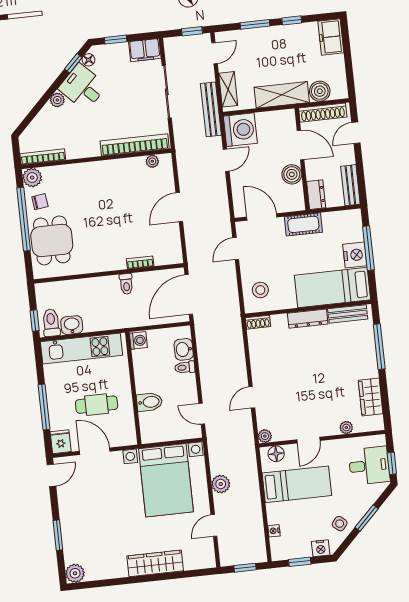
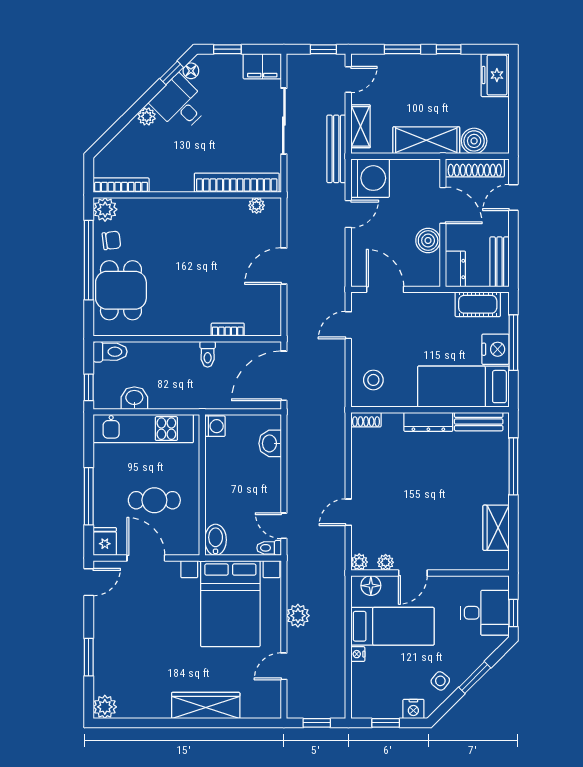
cot: (303, 224) -> (478, 304), moved
toilet: (51, 323) -> (110, 352), moved, turned 90
toilet: (185, 367) -> (269, 548), moved
bidet: (149, 402) -> (216, 540), moved, turned -90
plant: (346, 427) -> (386, 562), moved
nightstand: (274, 531) -> (358, 654), moved

